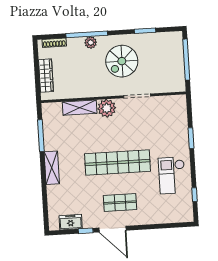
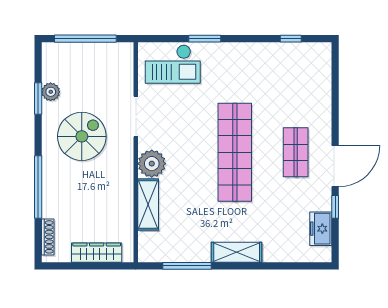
plant: (91, 43) -> (51, 92), moved
spiral stairs: (122, 61) -> (82, 136), turned -90
checkout: (172, 175) -> (173, 64), moved

